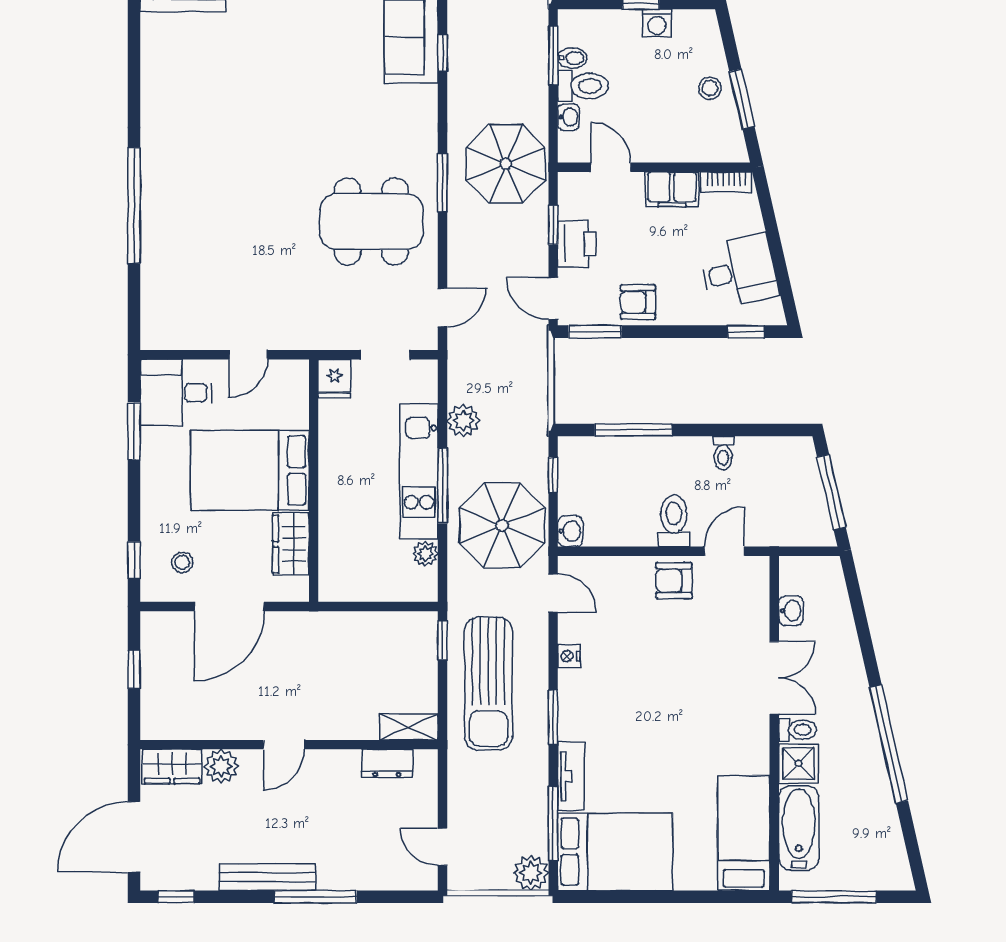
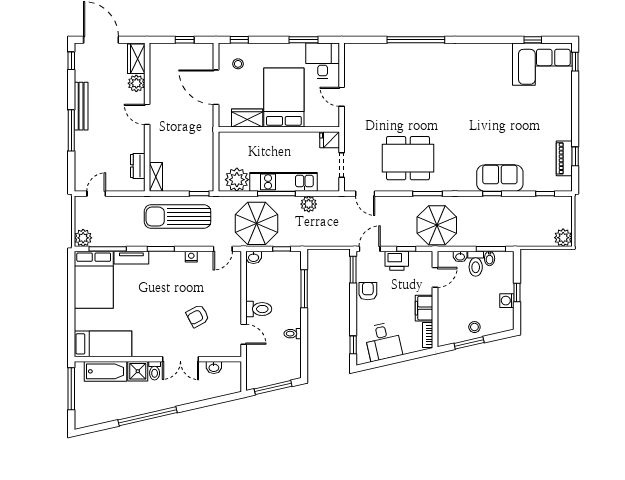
dining table: (371, 222) -> (408, 158), turned 90
plant: (425, 554) -> (237, 180), width x1.87, depth x1.87
armchair: (674, 581) -> (198, 316), moved, turned -118

